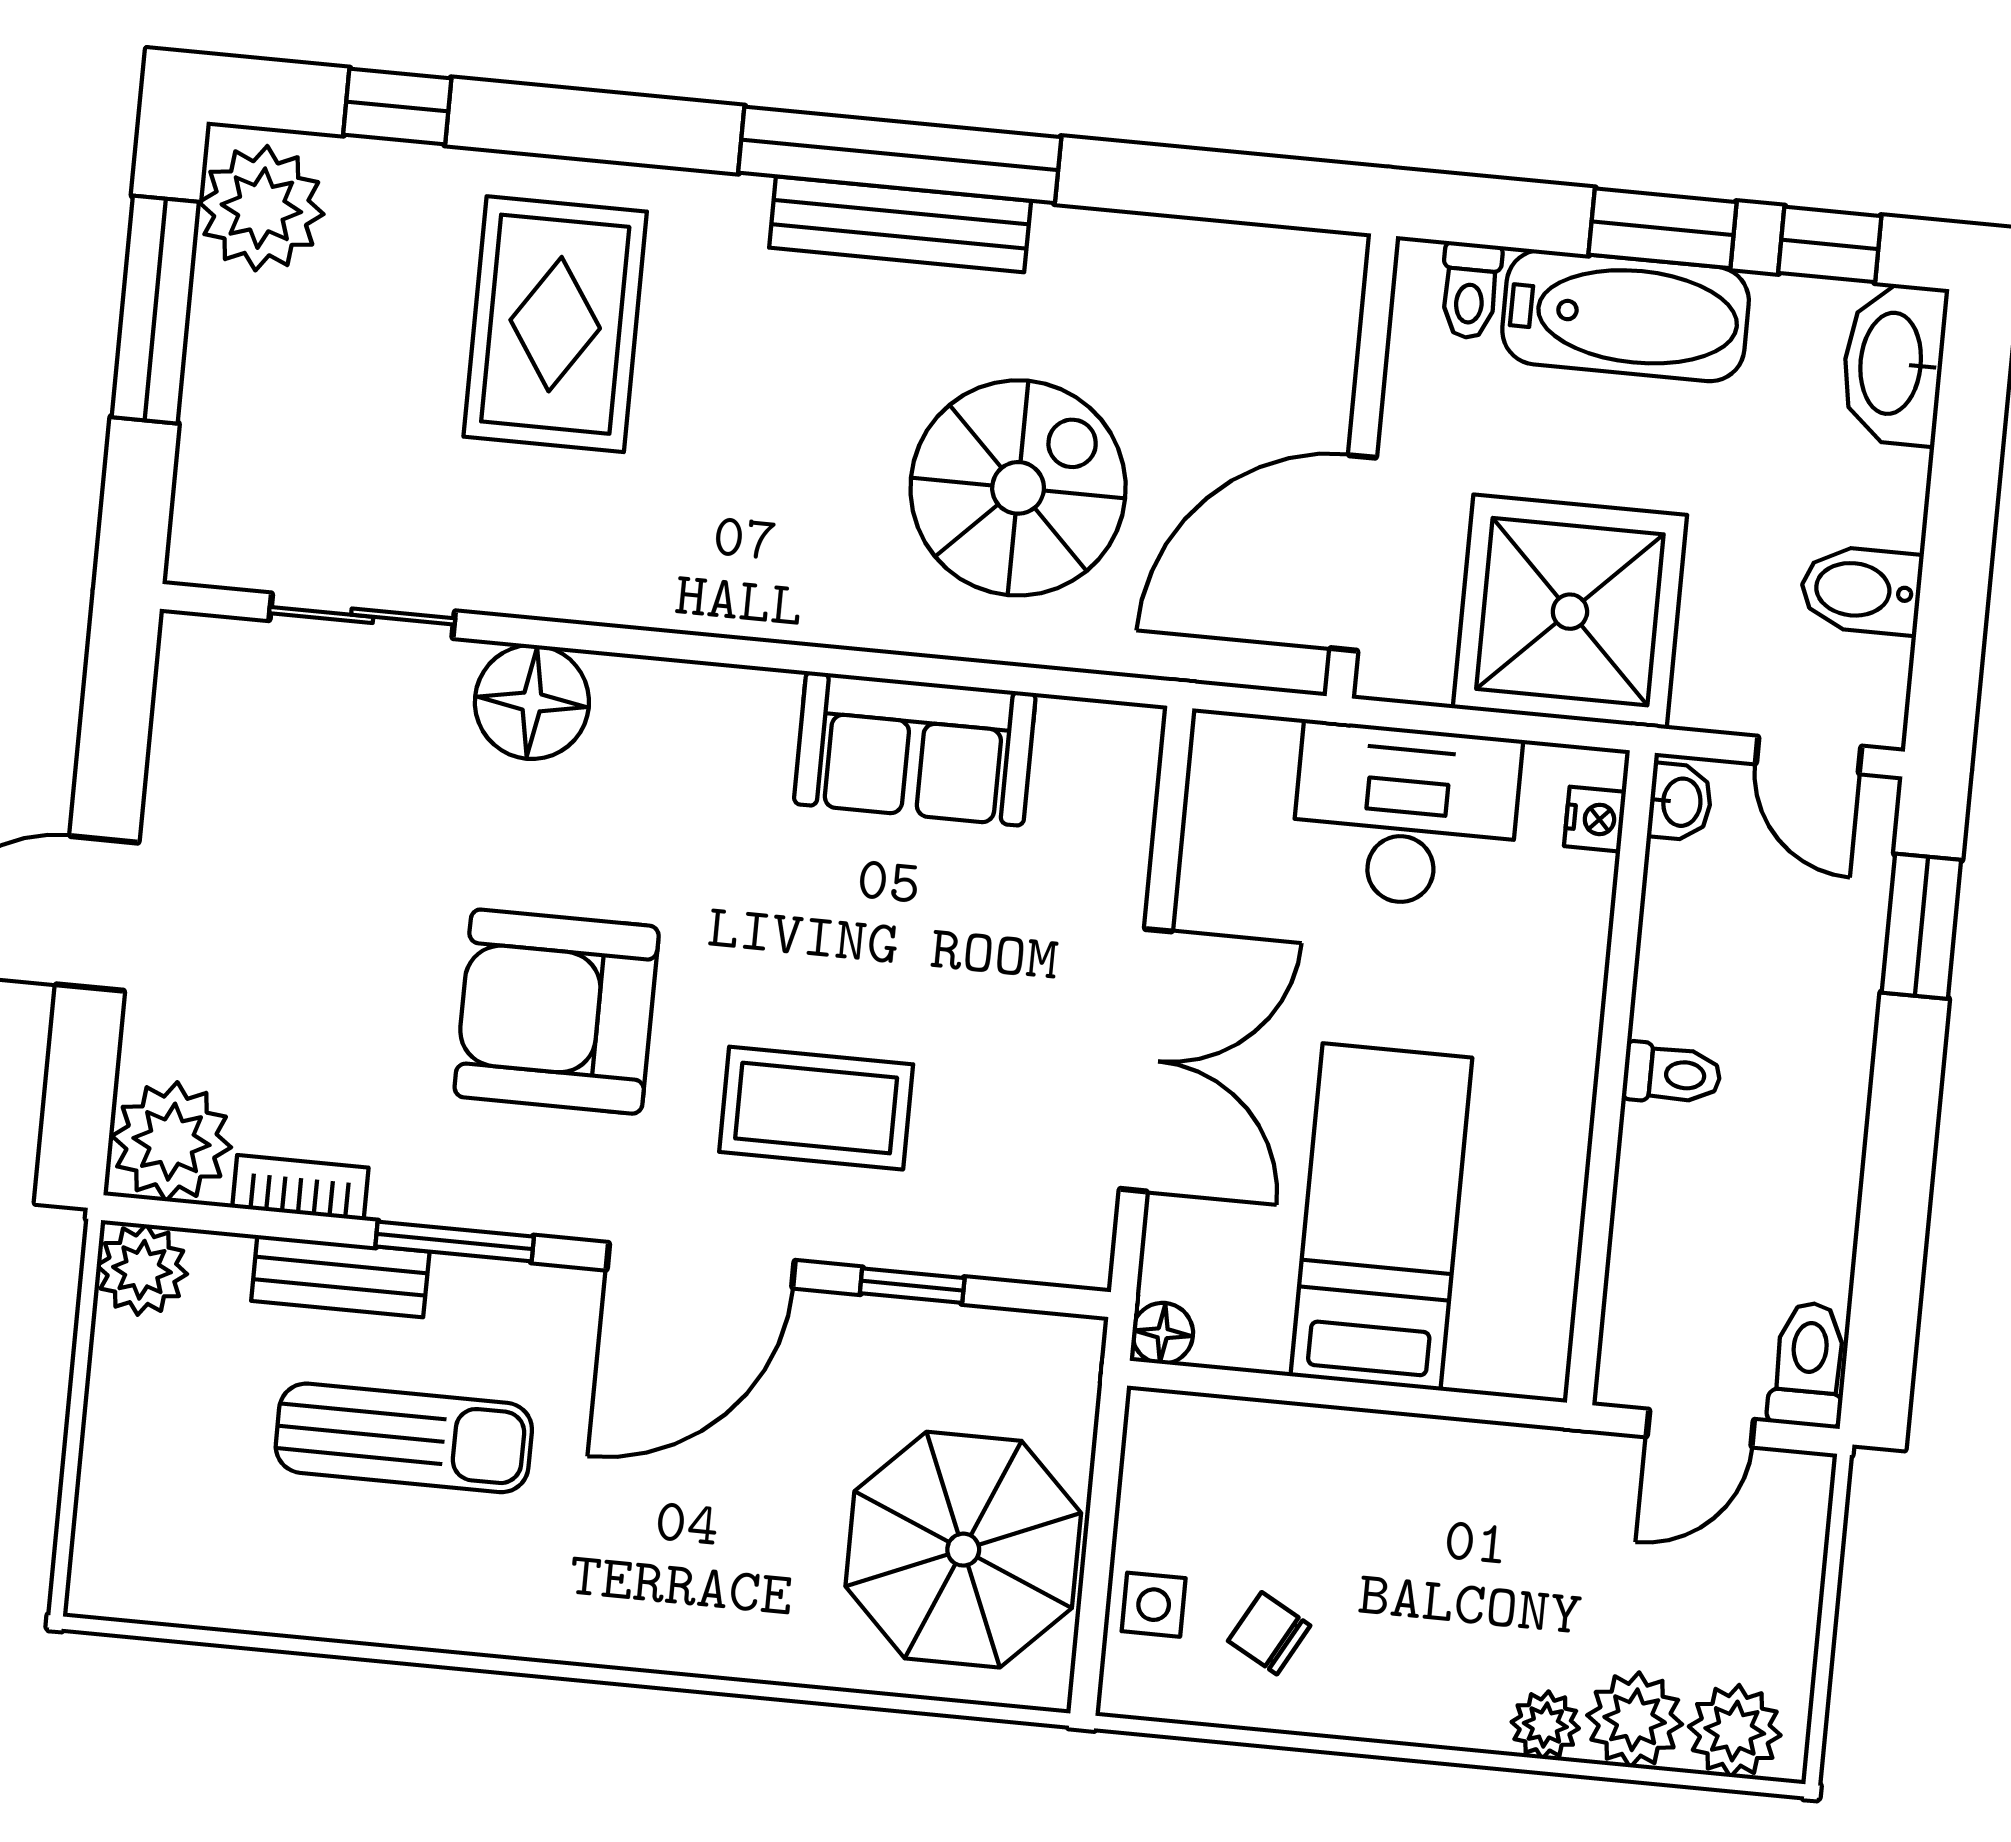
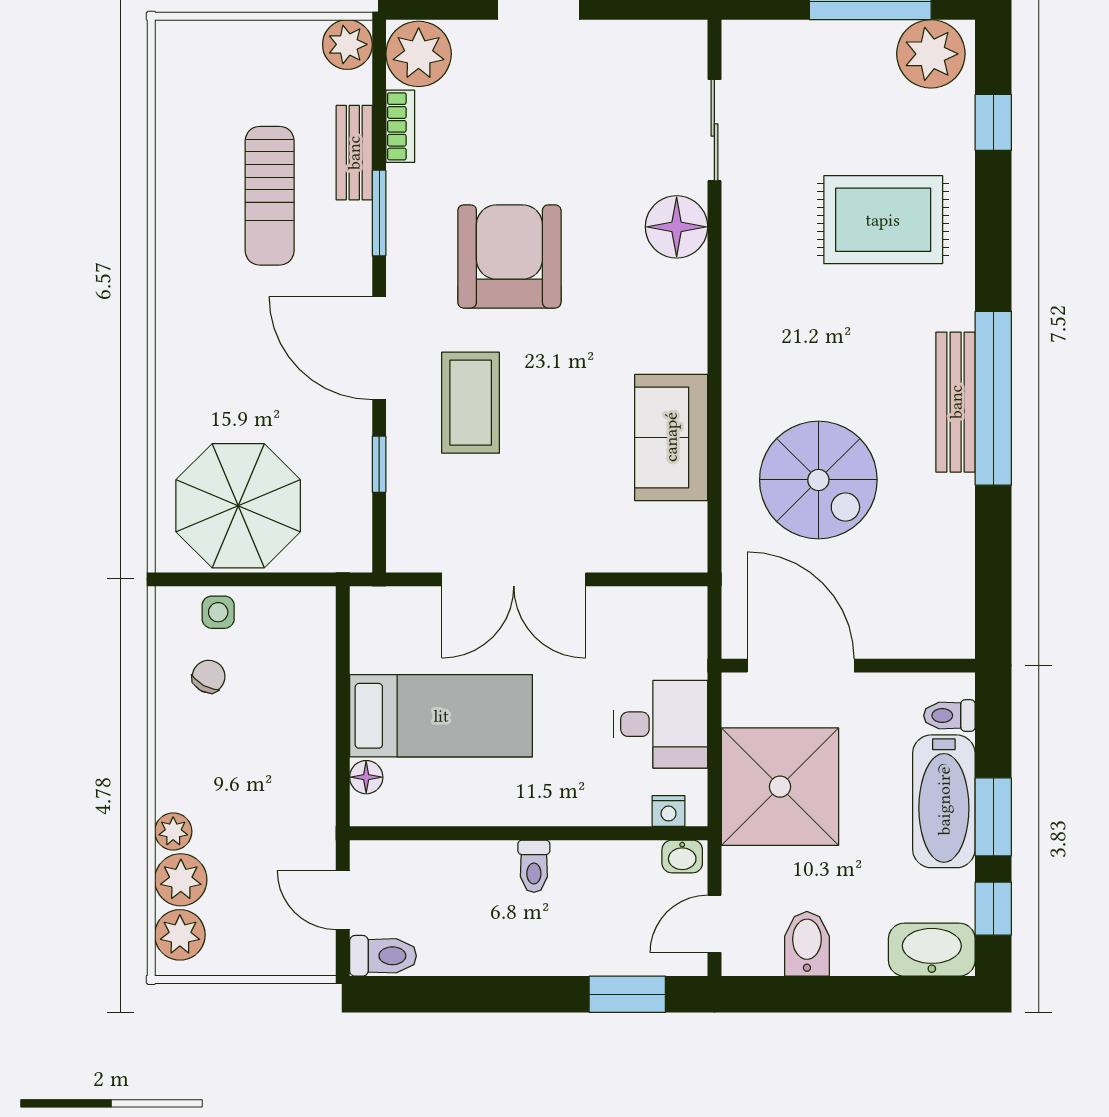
desk: (1406, 816) -> (660, 724), width x0.73
floor lamp: (1163, 1333) -> (366, 777), moved

